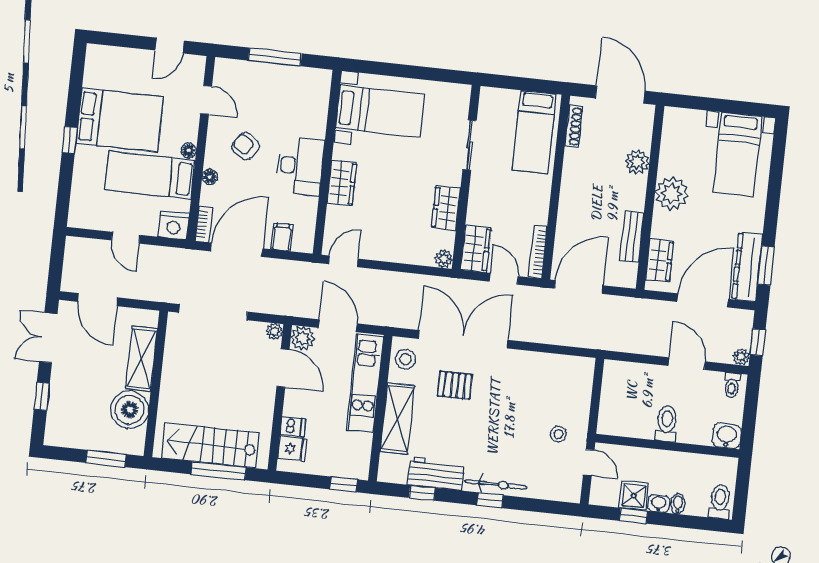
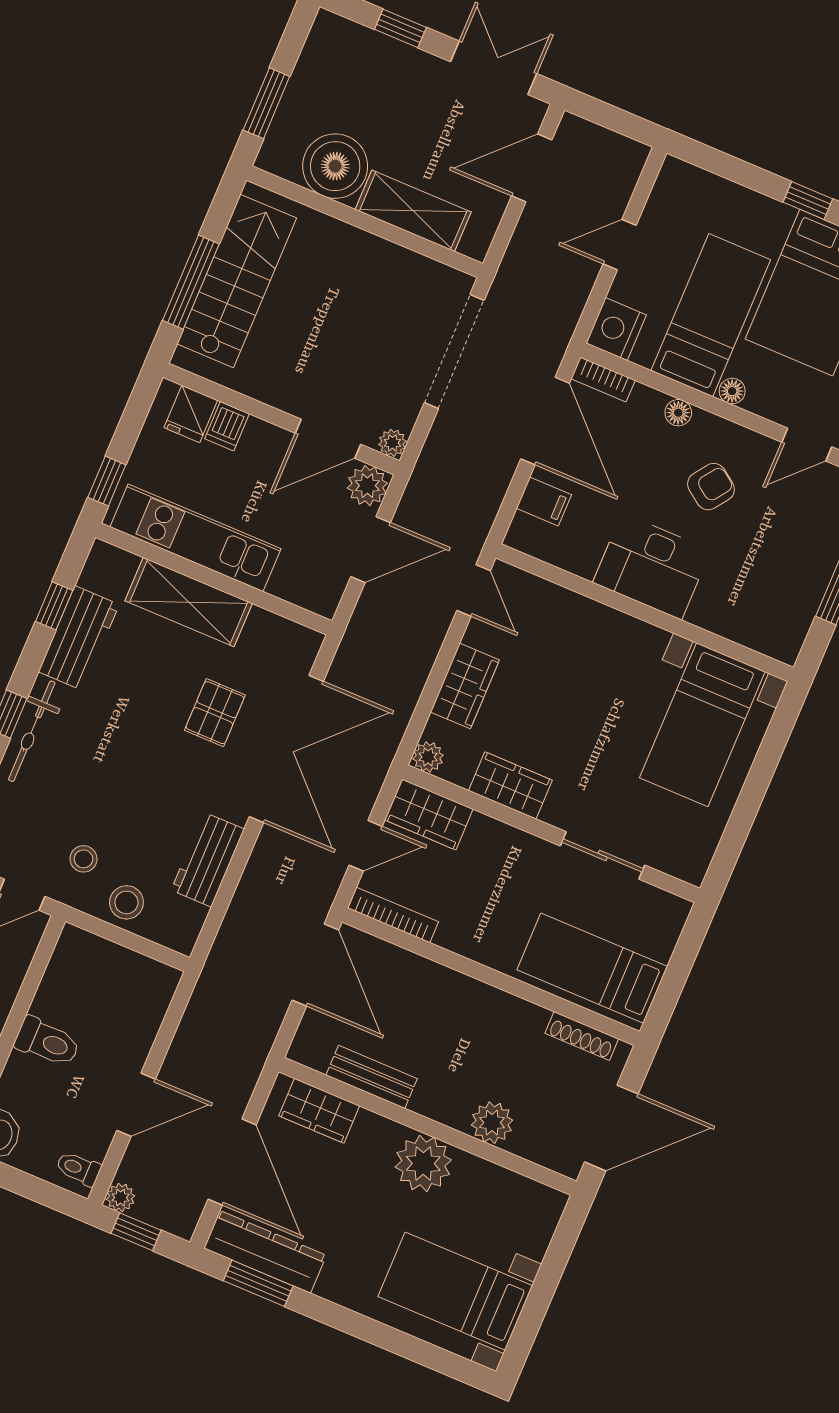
wardrobe: (342, 183) -> (465, 686), moved, turned -90
stool: (405, 359) -> (126, 902), moved
workbench: (538, 365) -> (208, 860), added
kitchen unit: (365, 383) -> (195, 538), moved

